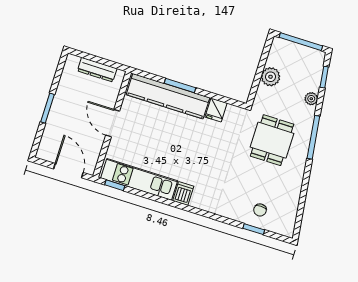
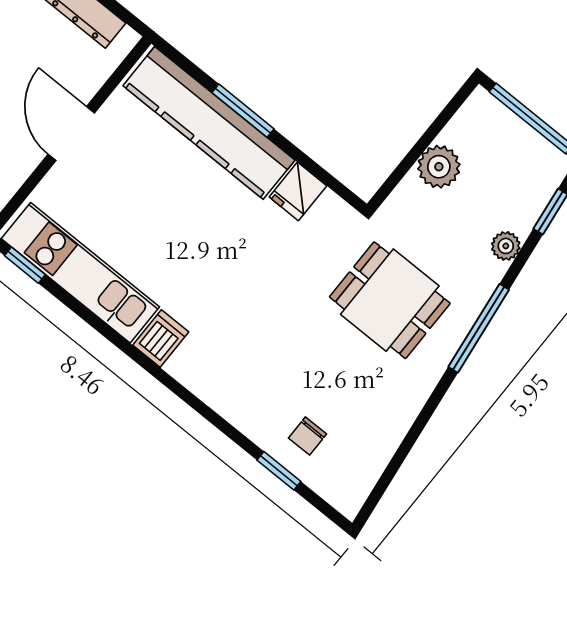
dining table: (272, 140) -> (390, 300), turned 90

